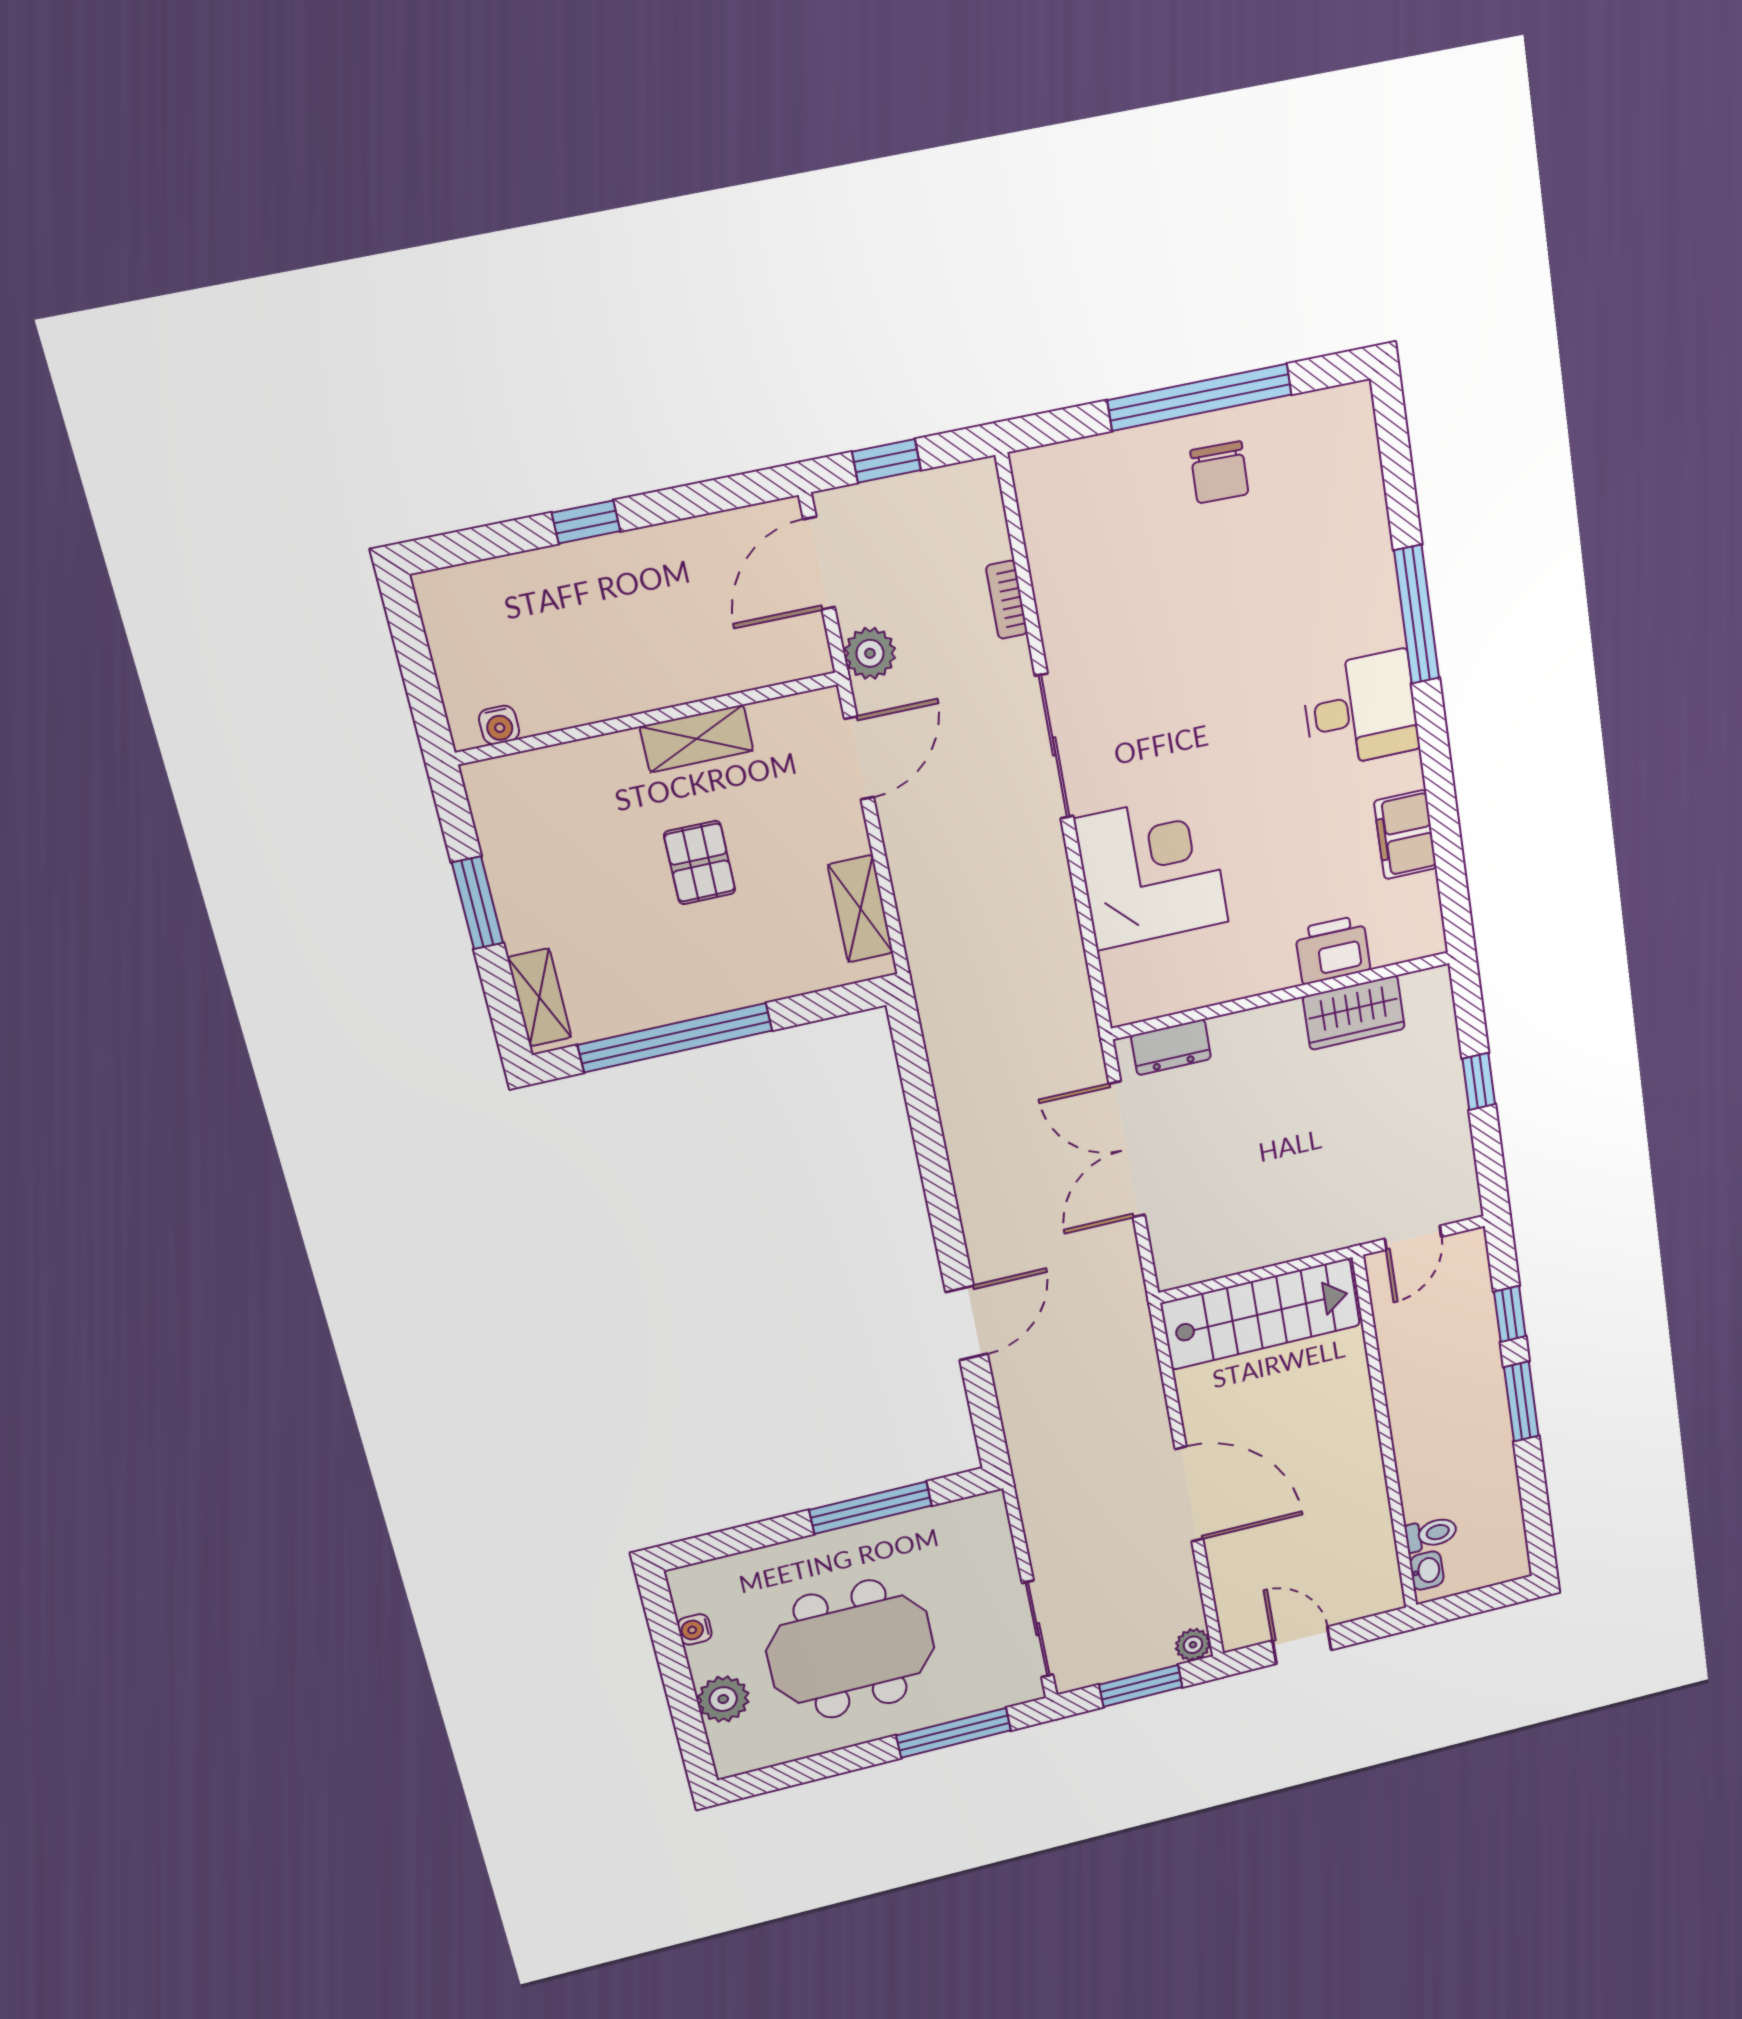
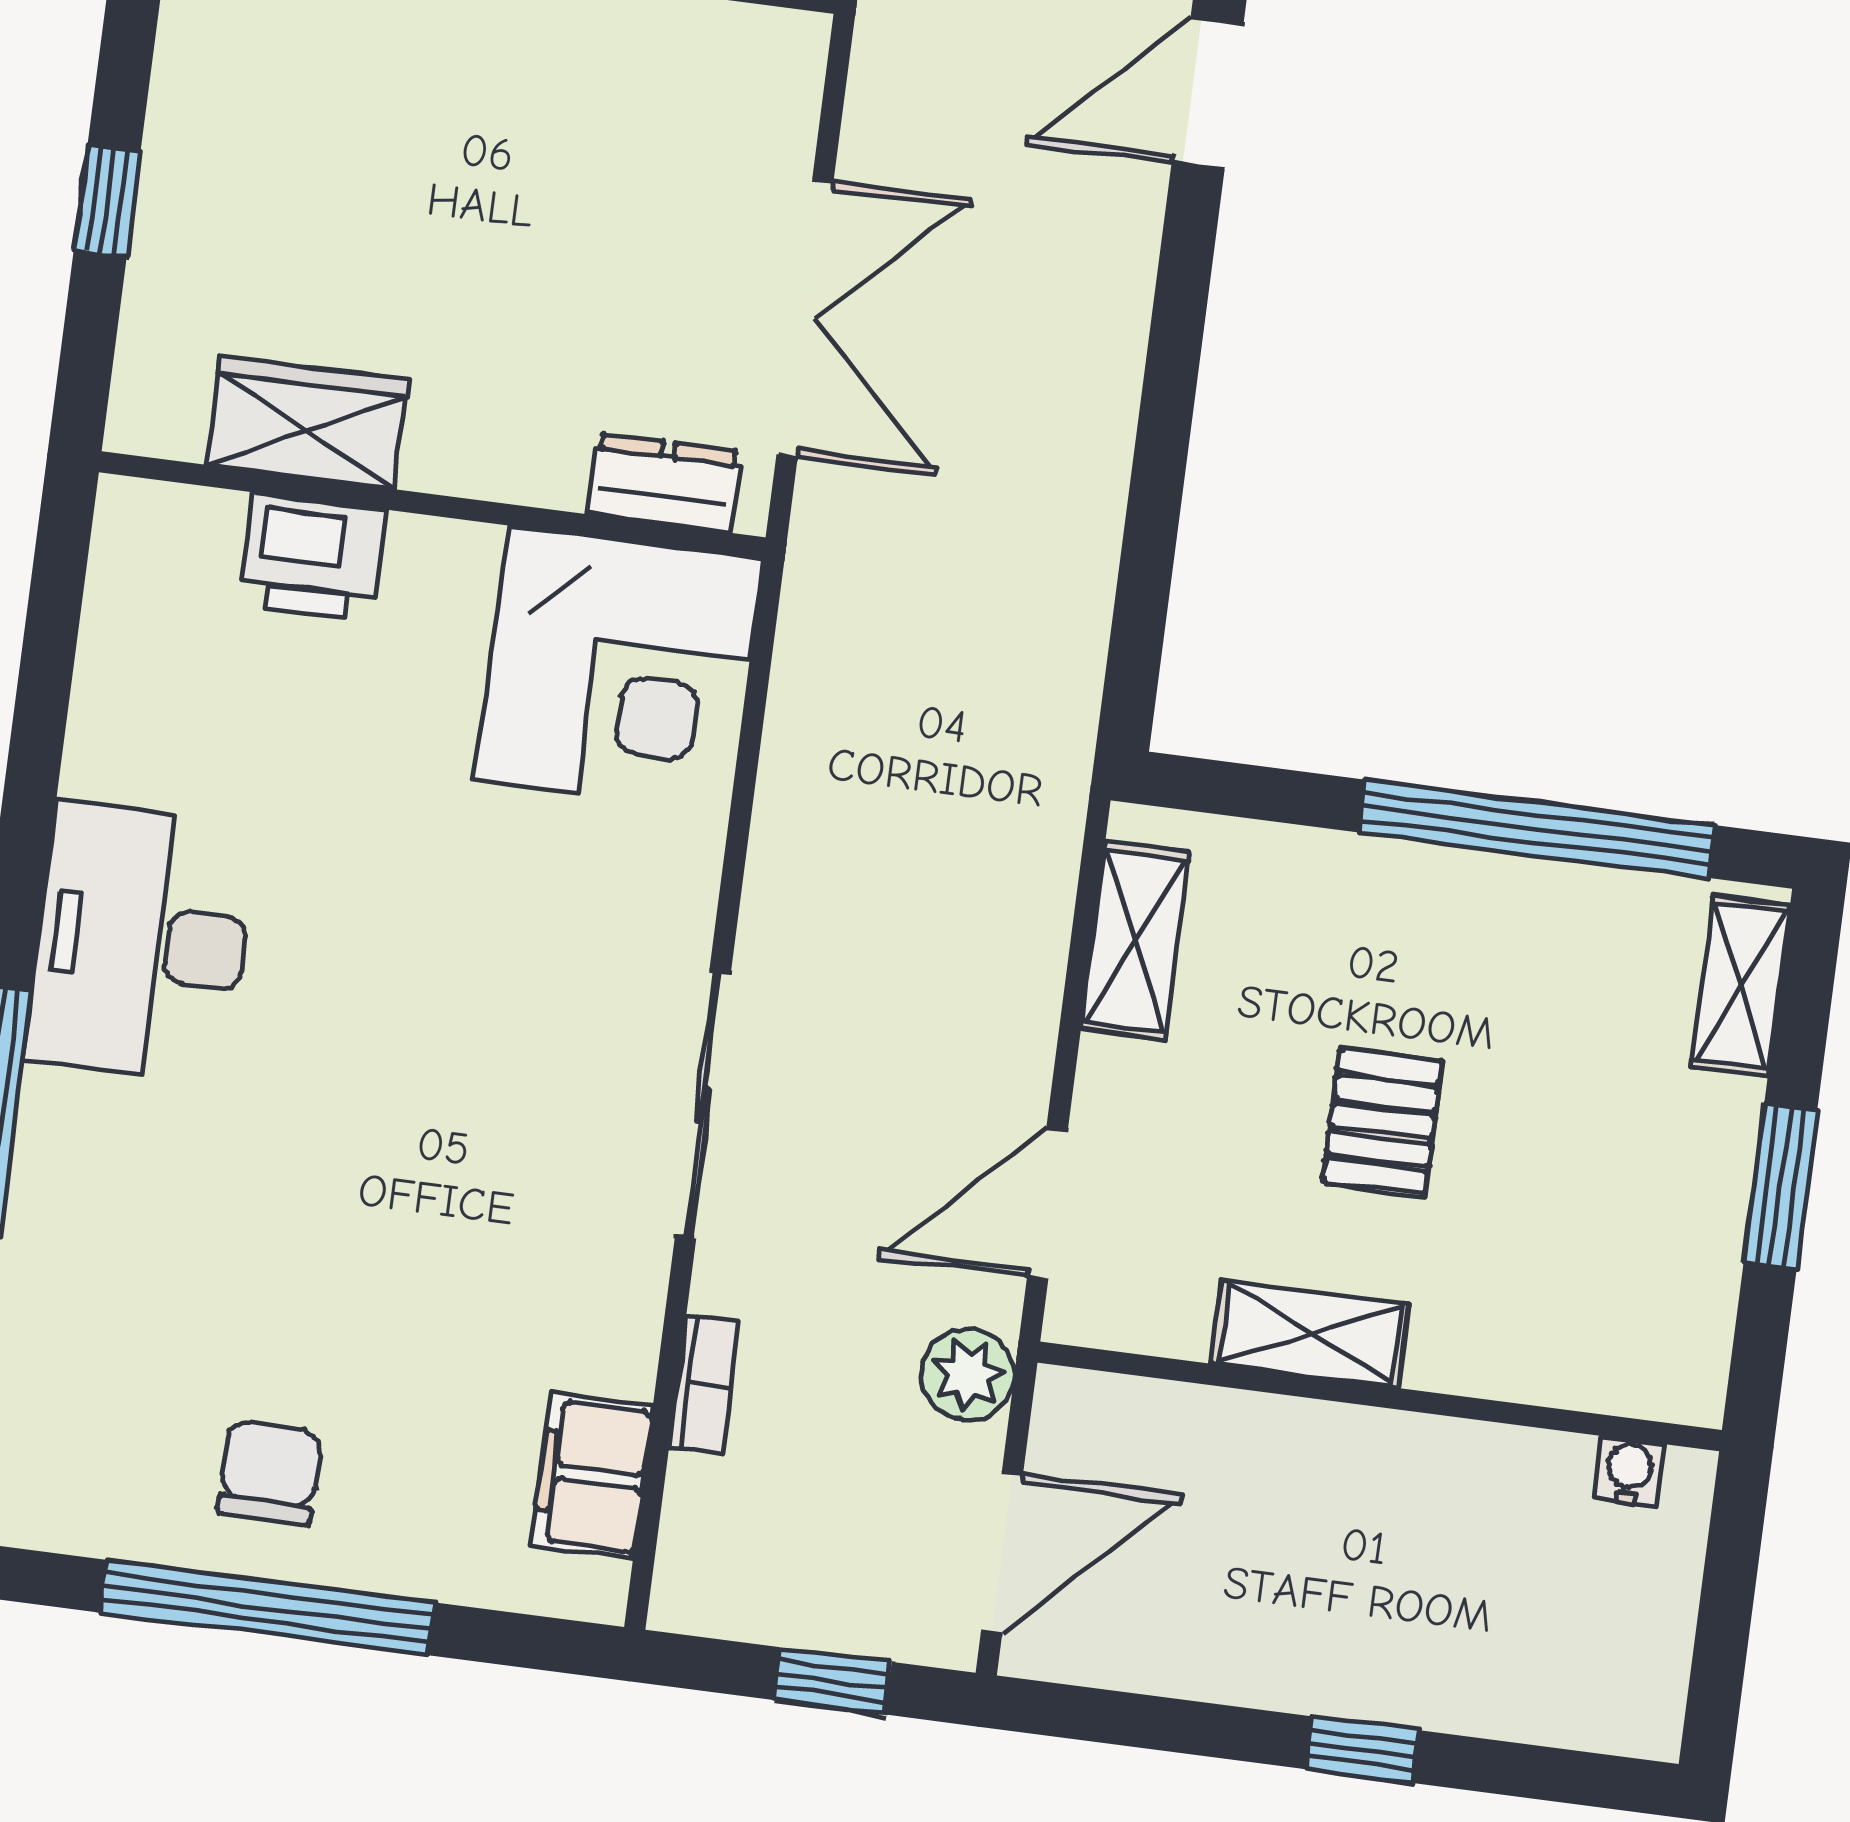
desk: (1361, 710) -> (142, 942), width x1.37
filing cabinet: (1405, 835) -> (592, 1476), moved, turned 180
corner desk: (1152, 871) -> (619, 669), moved, turned -90

